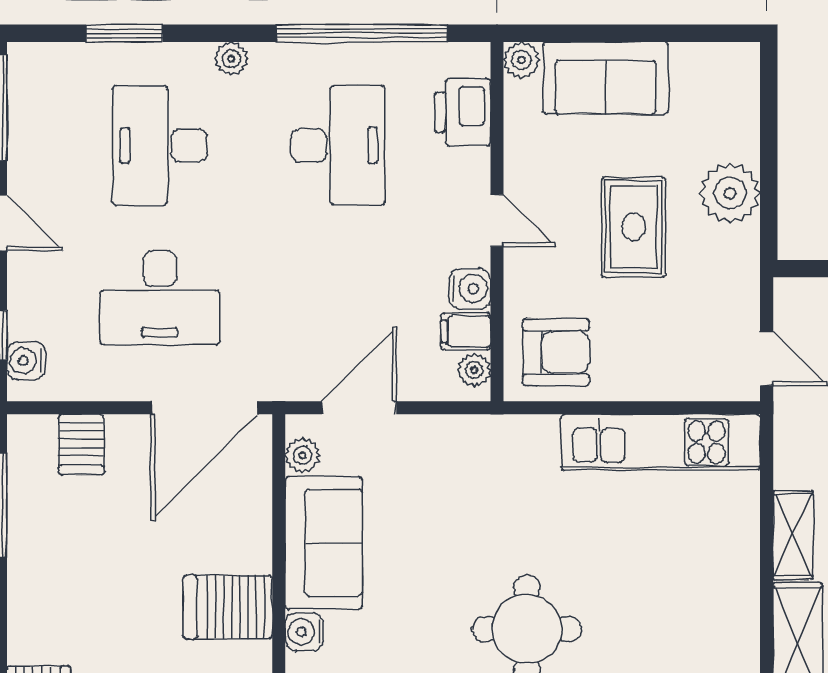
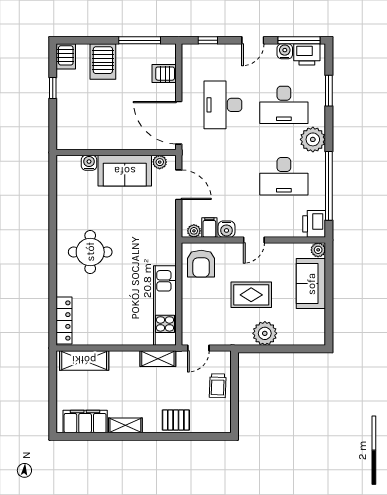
plant: (231, 59) -> (313, 139), width x1.88, depth x1.88
printer: (34, 88) -> (307, 54), added
printer: (463, 112) -> (314, 224), moved, turned -90
desk: (160, 145) -> (284, 105), turned 180
water cooler: (26, 361) -> (285, 51), moved
shelving: (793, 535) -> (158, 359), moved
server rack: (228, 607) -> (103, 62), moved, turned 180

